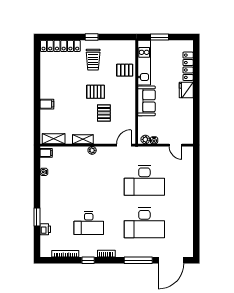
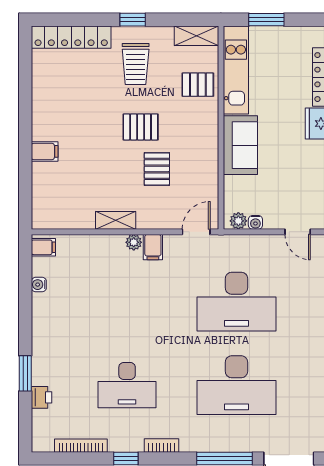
shelving: (54, 139) -> (196, 36), moved
filing cabinet: (102, 153) -> (153, 247), added

